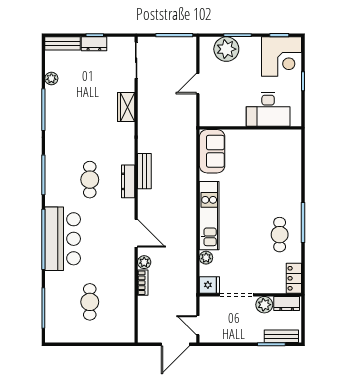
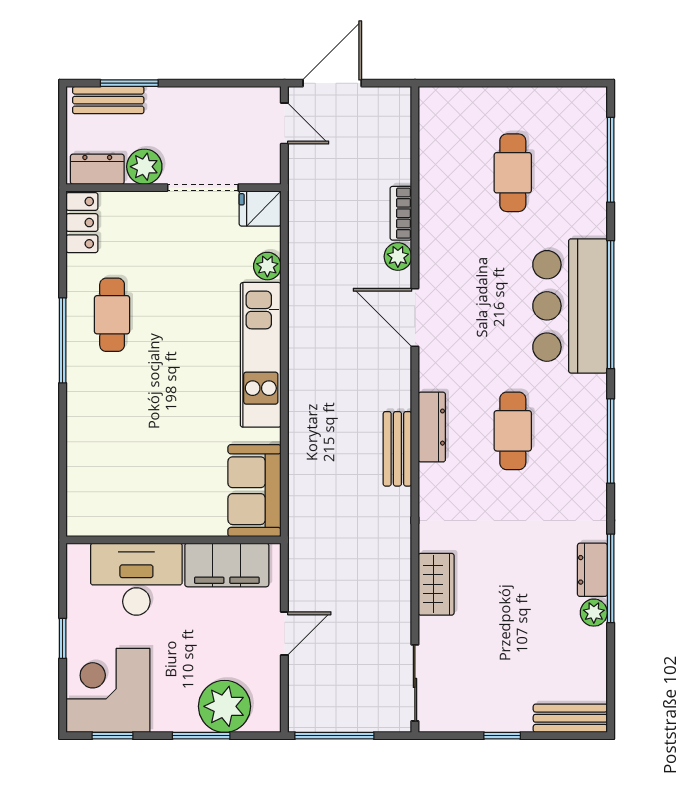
dresser: (94, 44) -> (592, 570), moved, turned -90
plant: (51, 78) -> (594, 613), moved
filing cabinet: (225, 116) -> (227, 565), added

